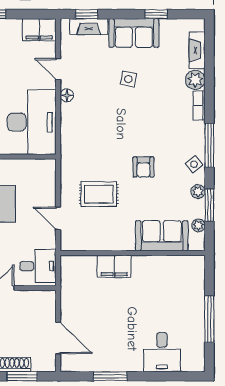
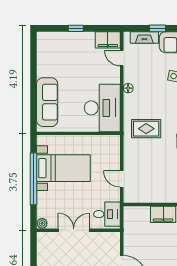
window: (87, 14) -> (157, 28), moved
door: (58, 69) -> (122, 58), moved
rug: (99, 194) -> (146, 129), moved

